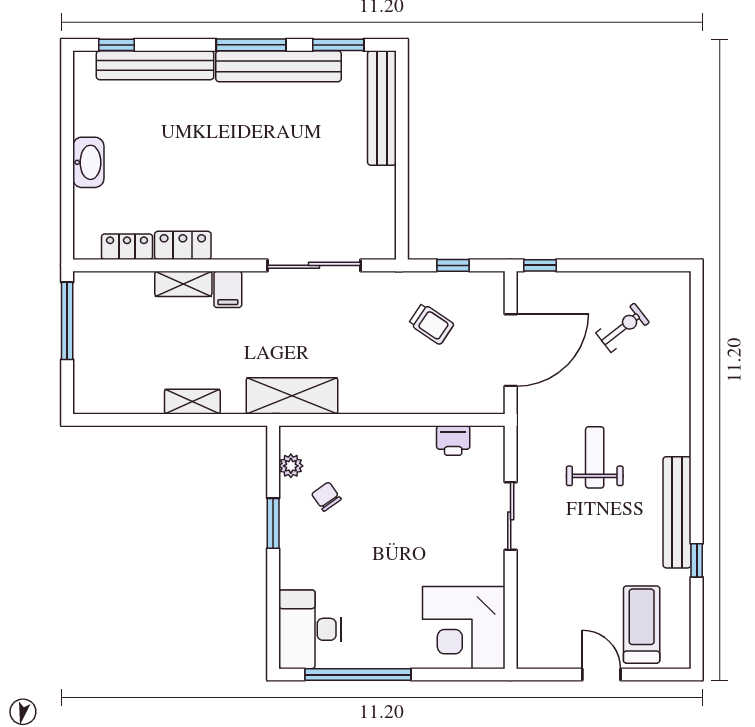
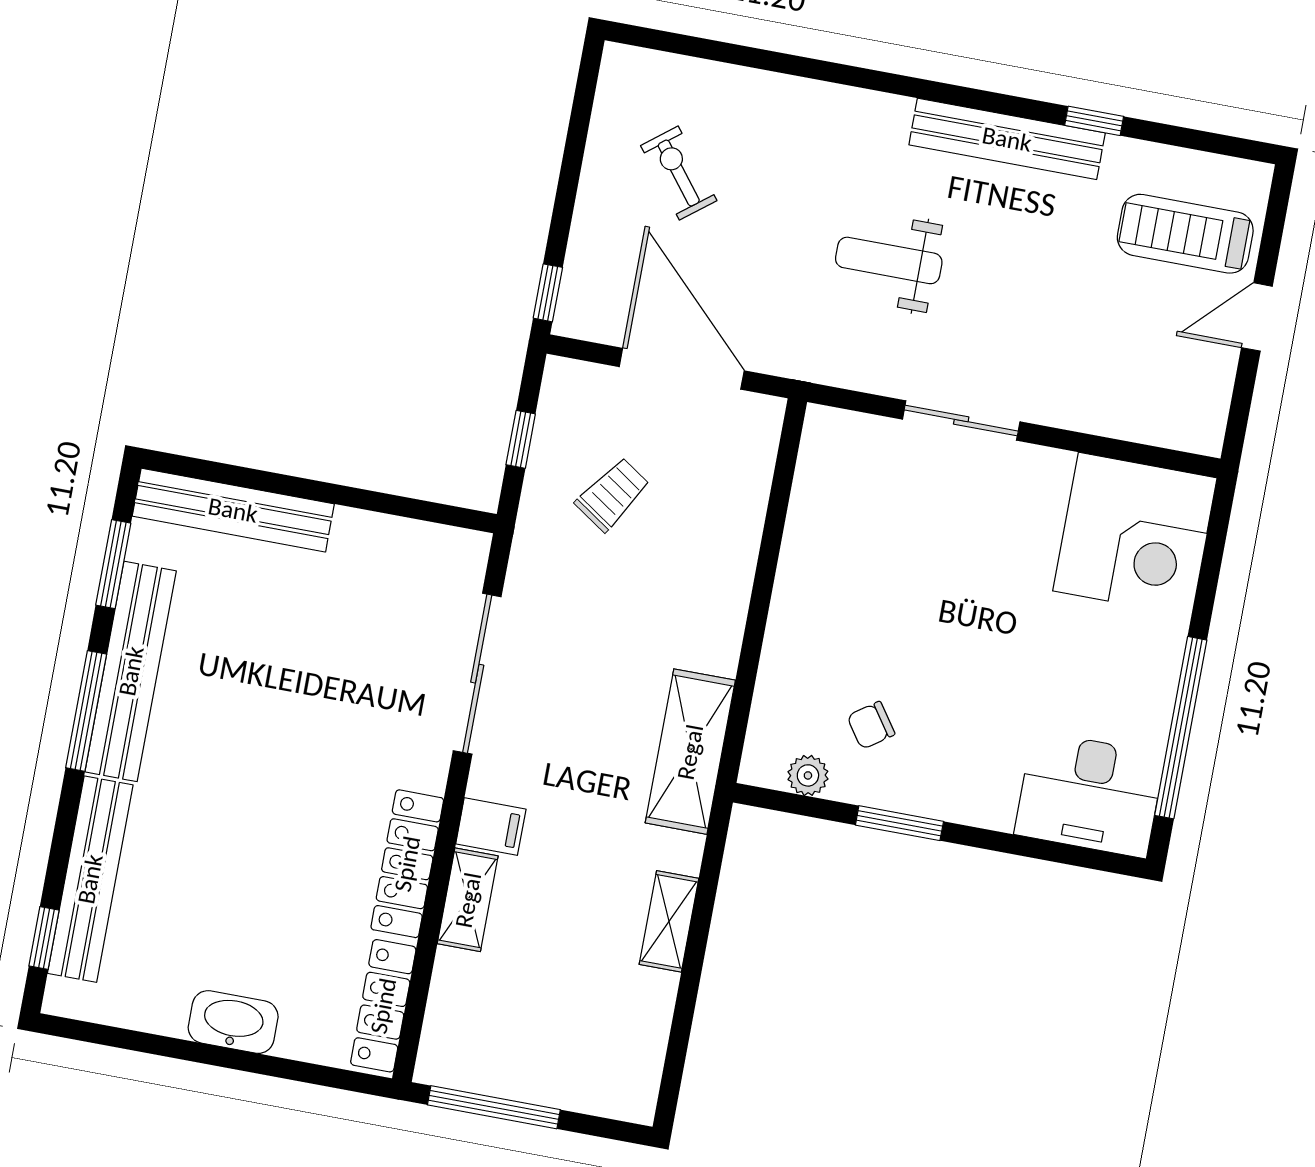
locker: (183, 245) -> (407, 864), width x1.53
locker: (127, 247) -> (383, 1006), width x1.53
printer: (453, 441) -> (816, 494), removed

